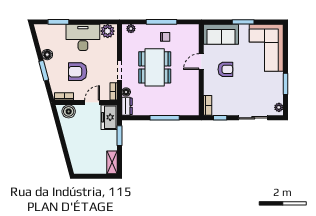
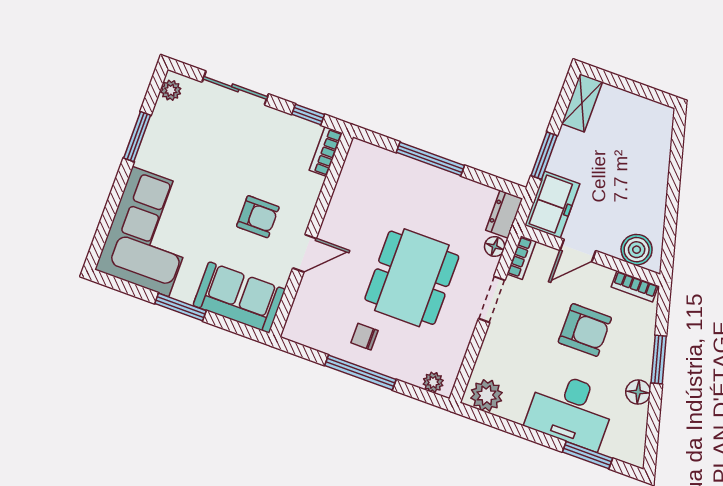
desk: (83, 37) -> (571, 410), moved
armchair: (225, 69) -> (258, 217), turned 180

